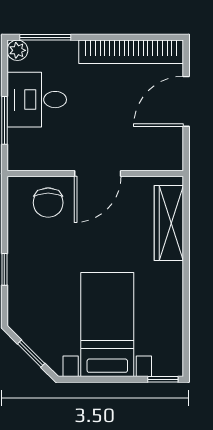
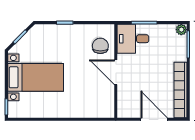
desk: (37, 100) -> (133, 39), moved, turned -90
chair: (48, 203) -> (100, 46), turned 90
wardrobe: (169, 223) -> (89, 110), removed

